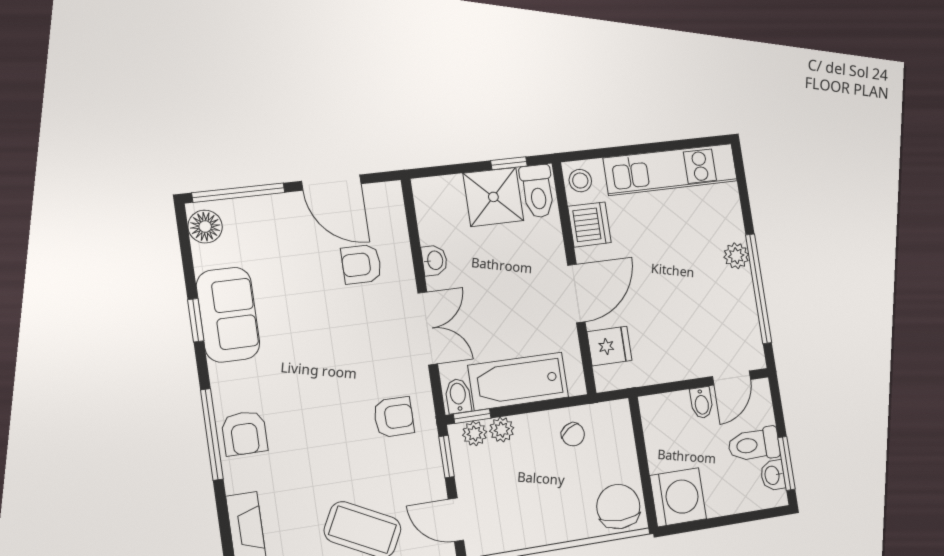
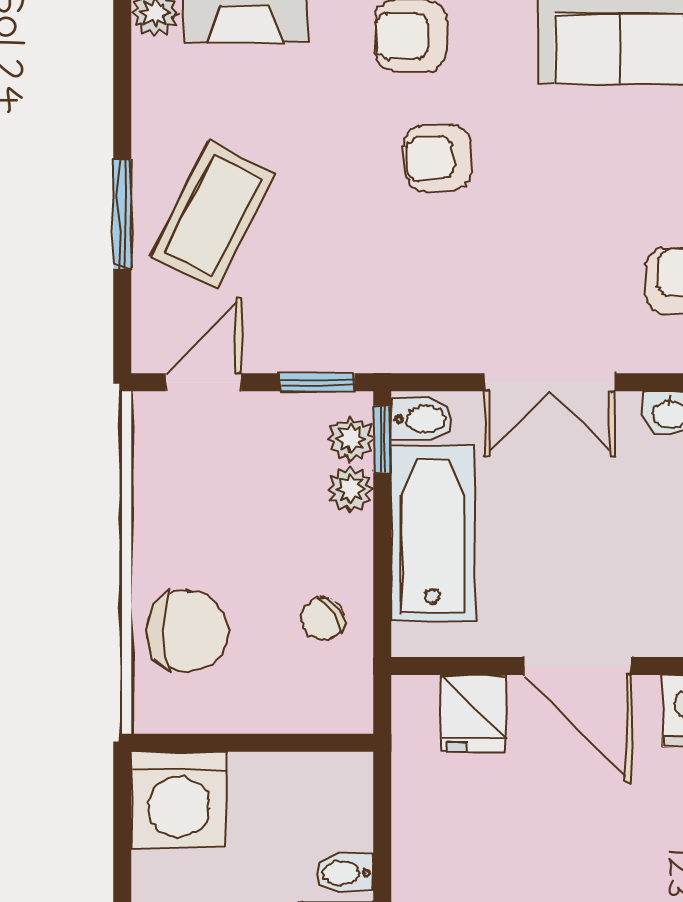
armchair: (394, 417) -> (438, 158), moved, turned 86
chair: (618, 507) -> (187, 631), moved

